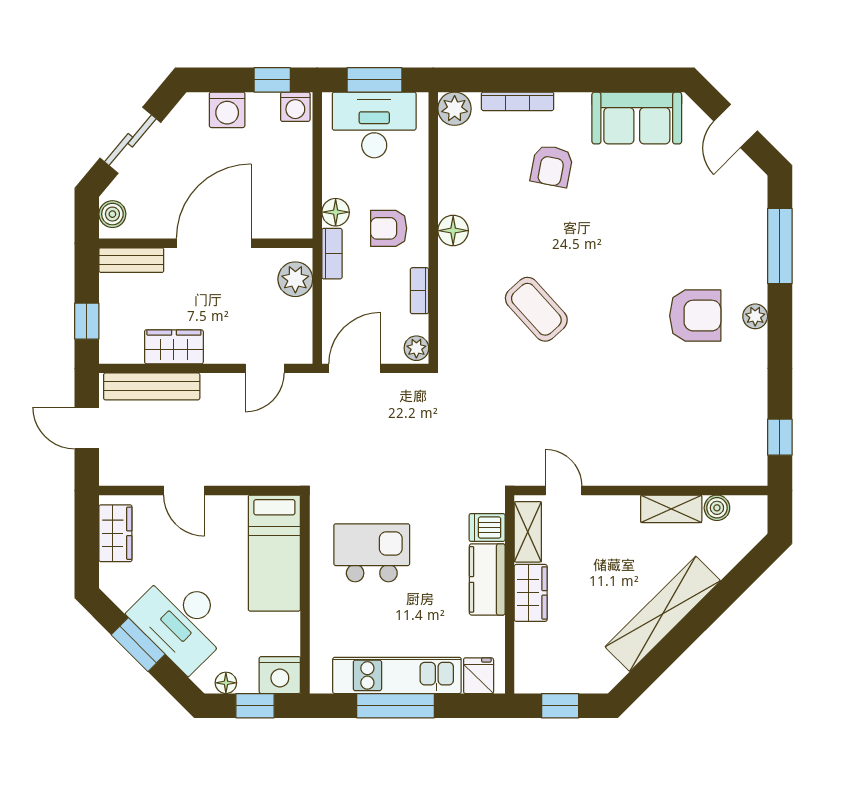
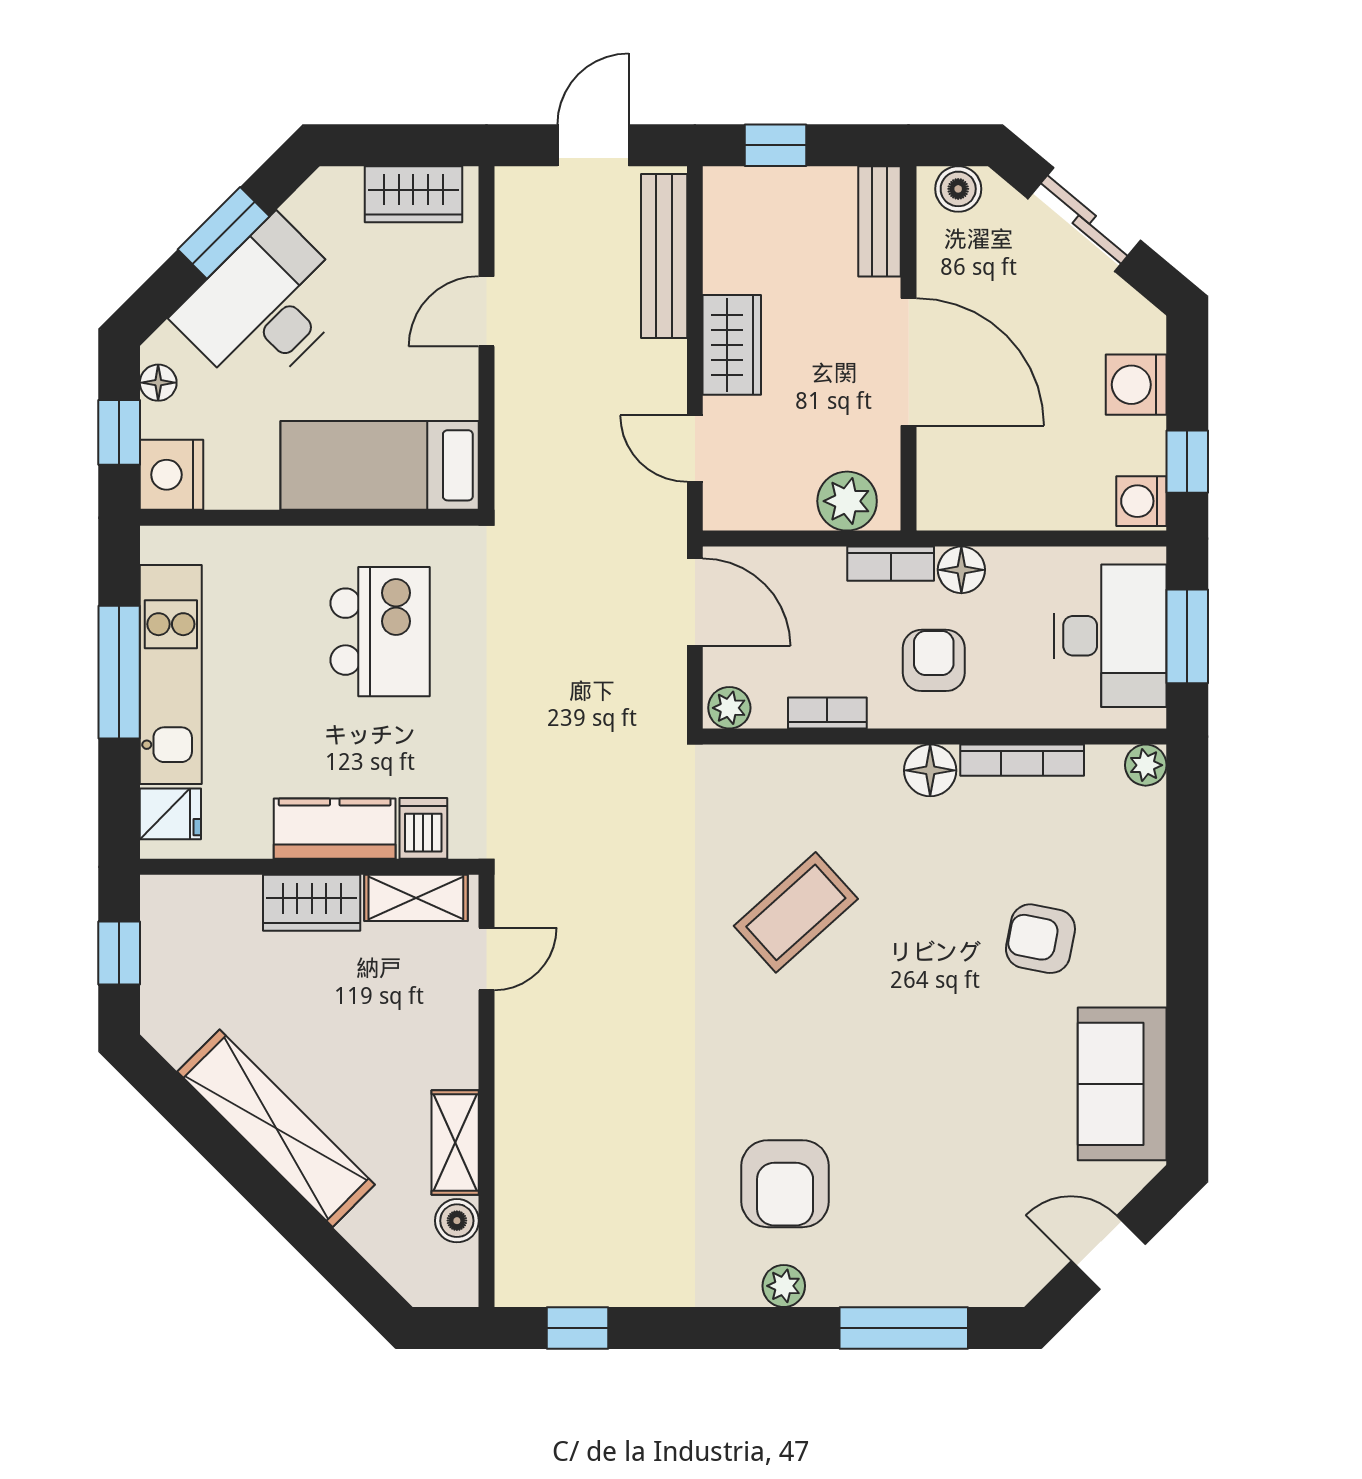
bookcase: (518, 101) -> (1022, 760), moved, turned -90
plant: (455, 109) -> (1146, 765), width x0.73, depth x0.73
wardrobe: (174, 347) -> (732, 345), moved

